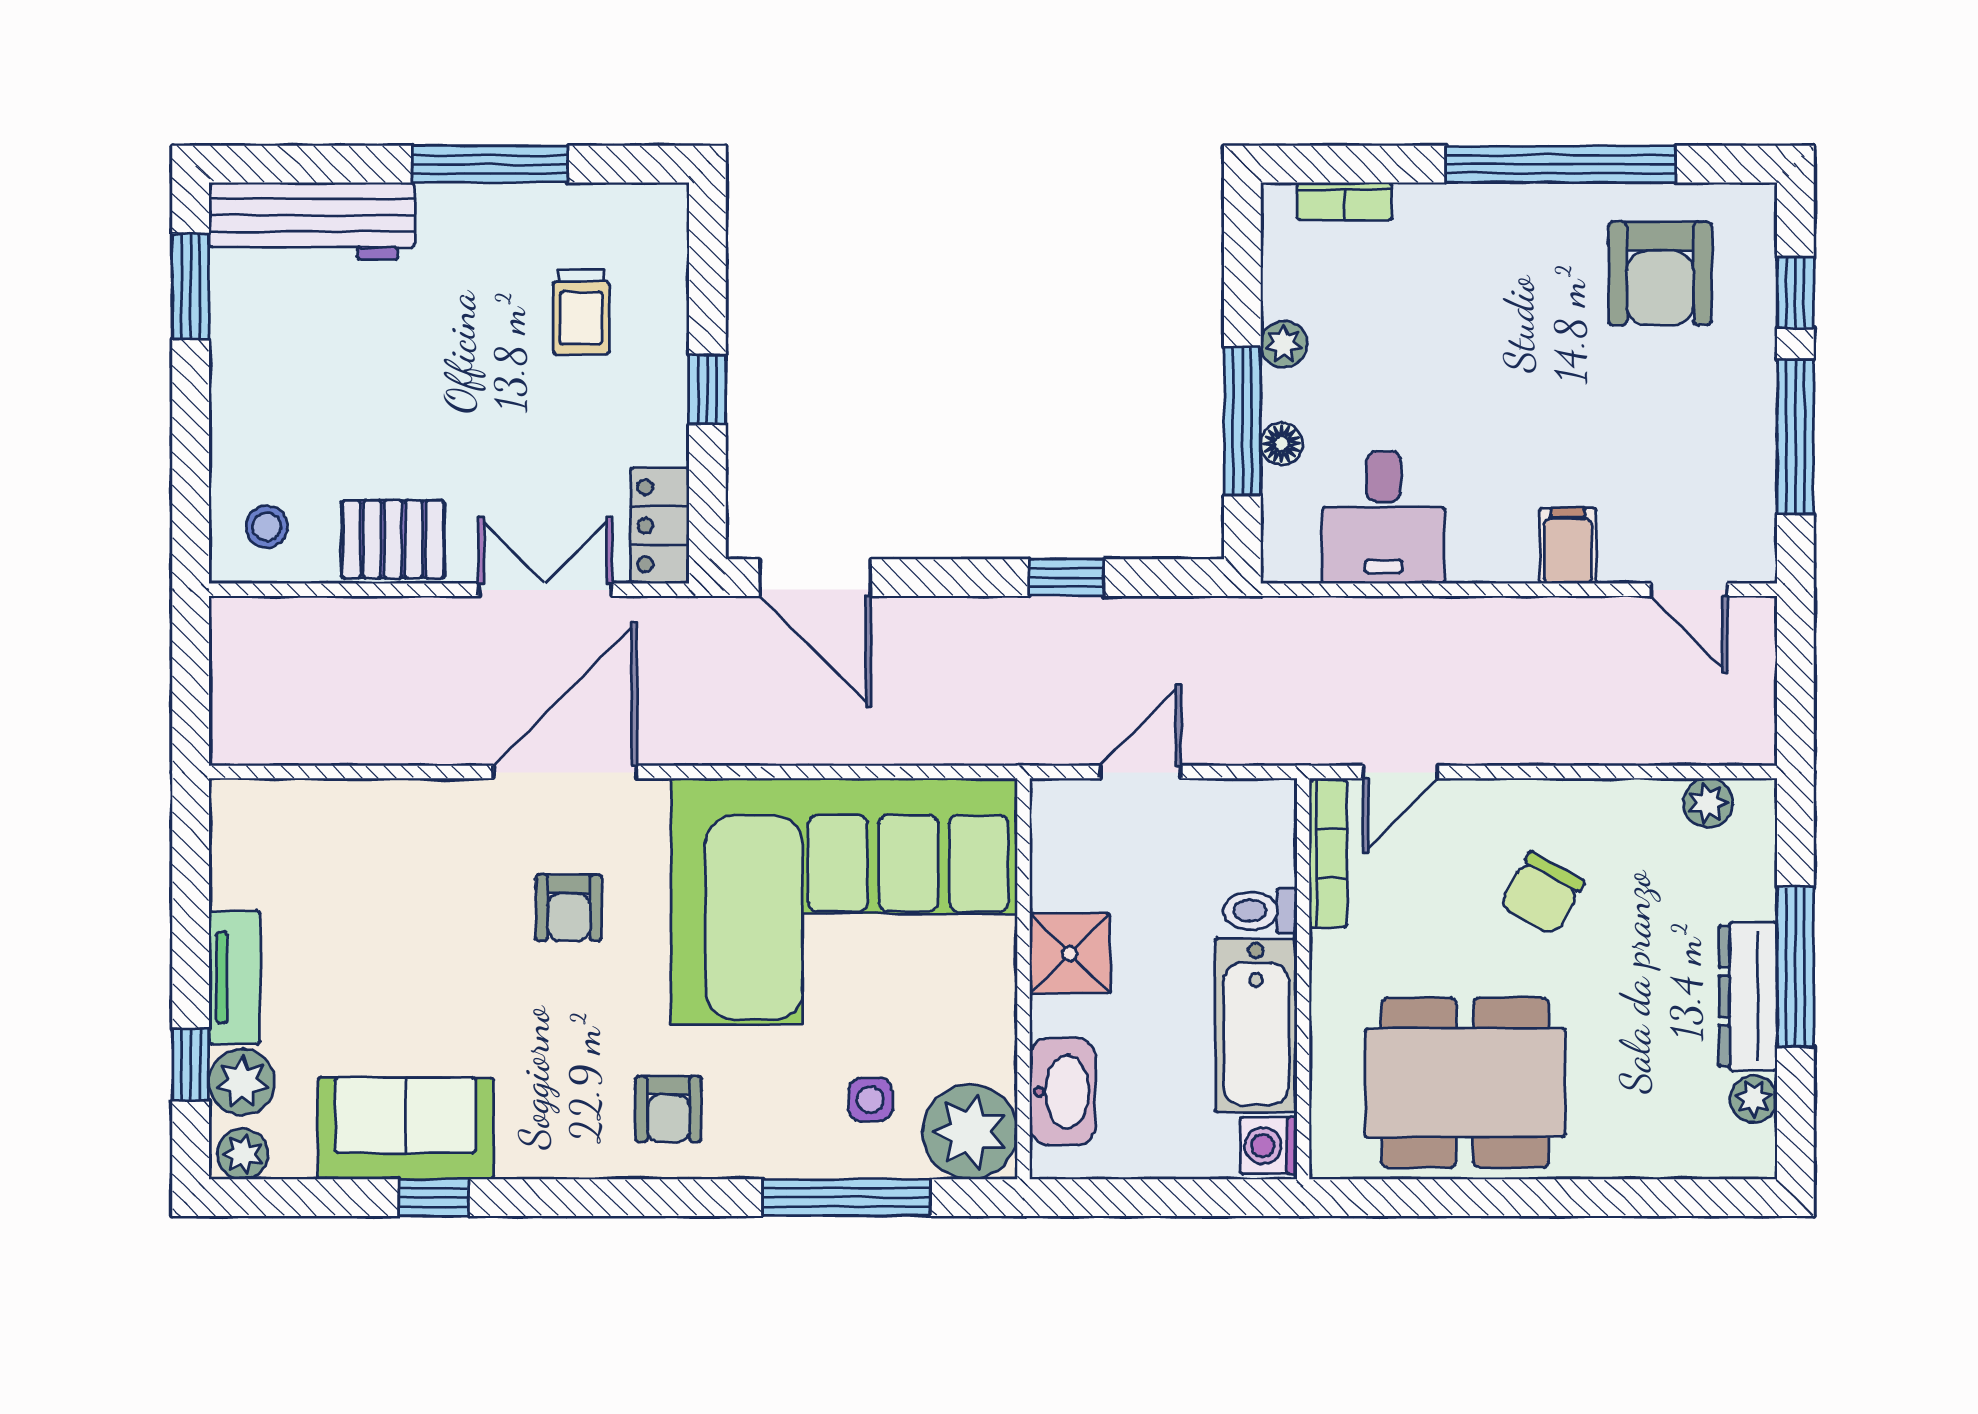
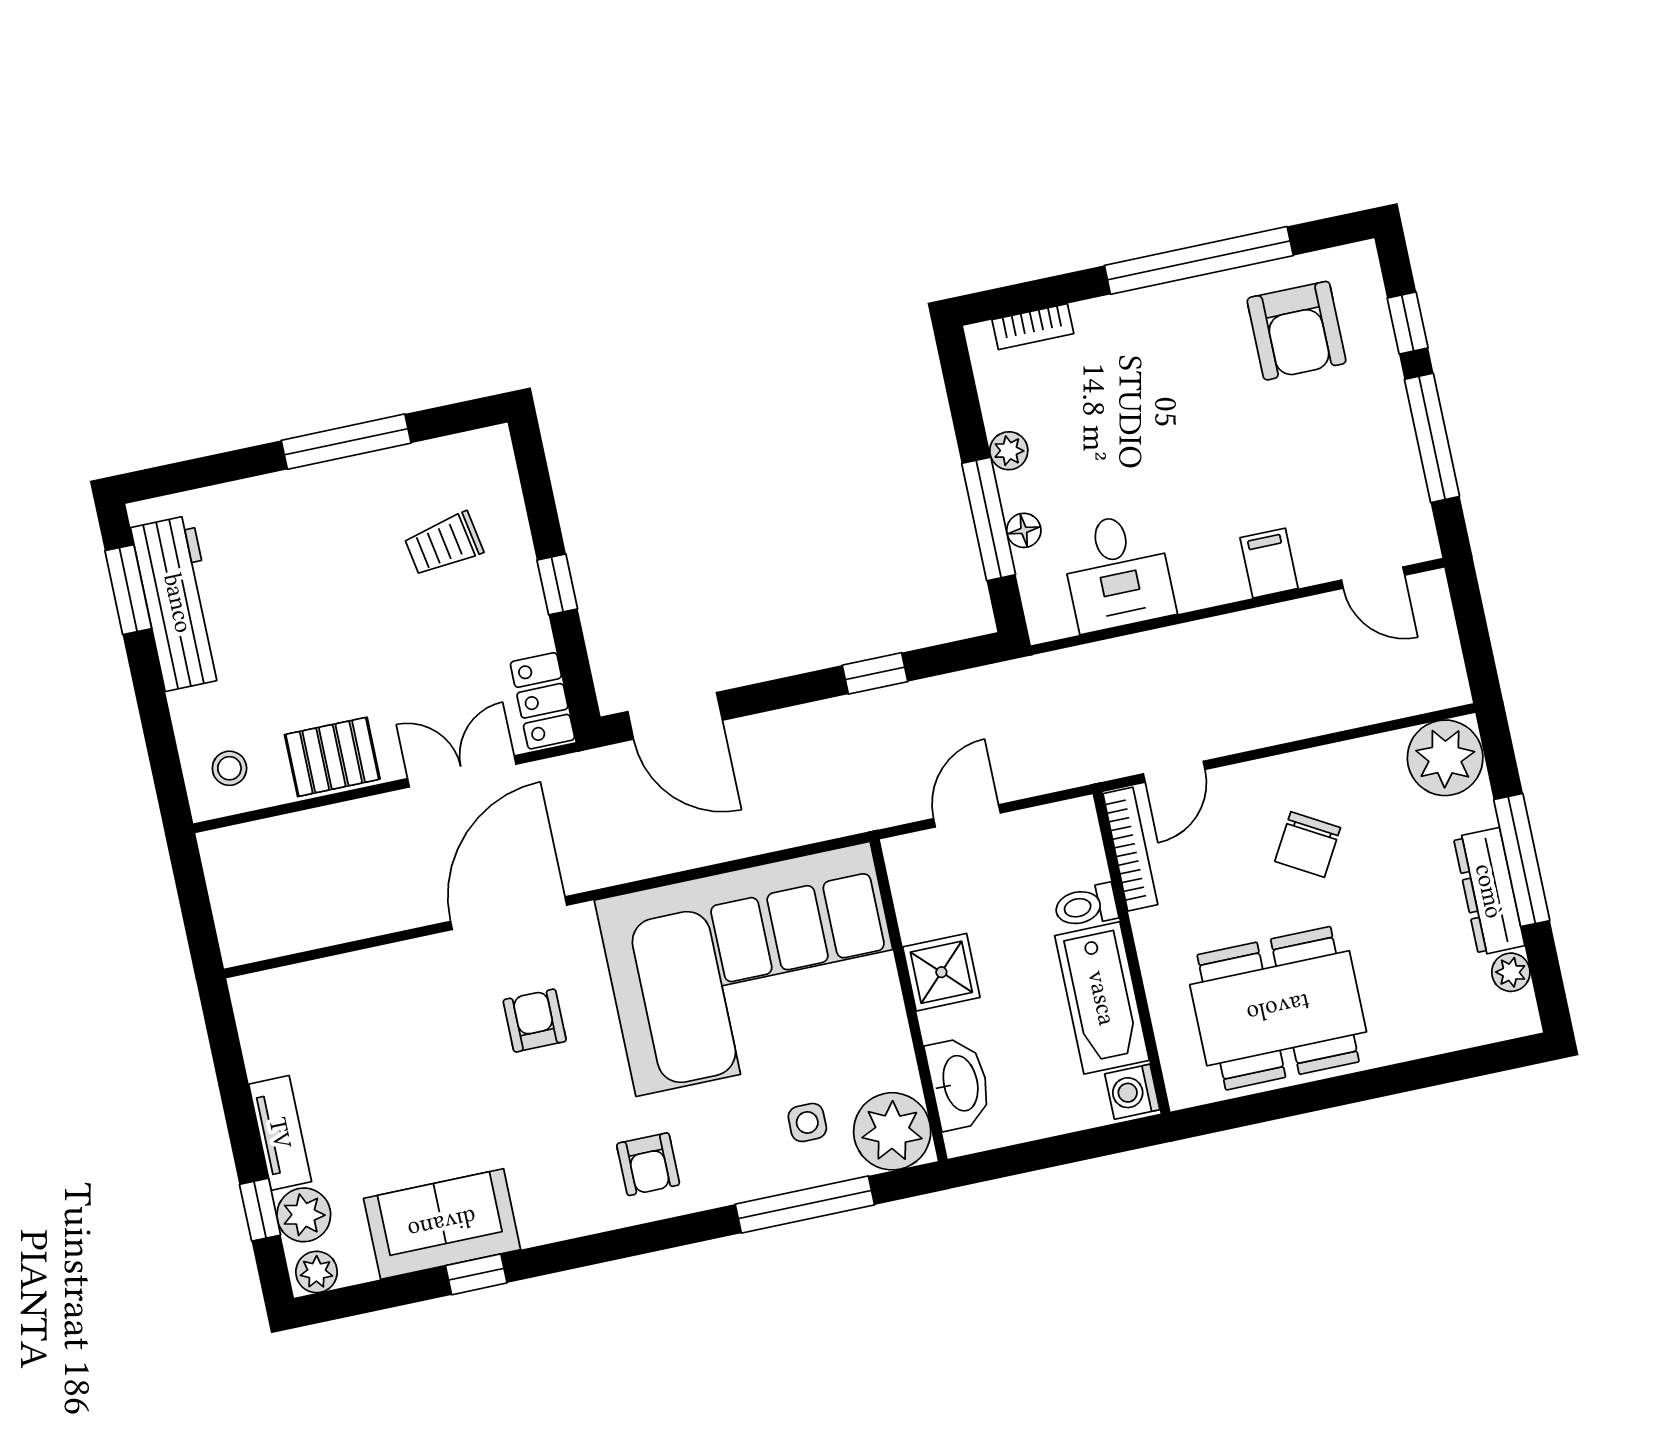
workbench: (312, 221) -> (178, 603), moved, turned -90
trolley: (581, 312) -> (444, 544), turned 80
plant: (1708, 803) -> (1445, 758), width x1.88, depth x1.88
armchair: (569, 908) -> (535, 1021), turned 180

